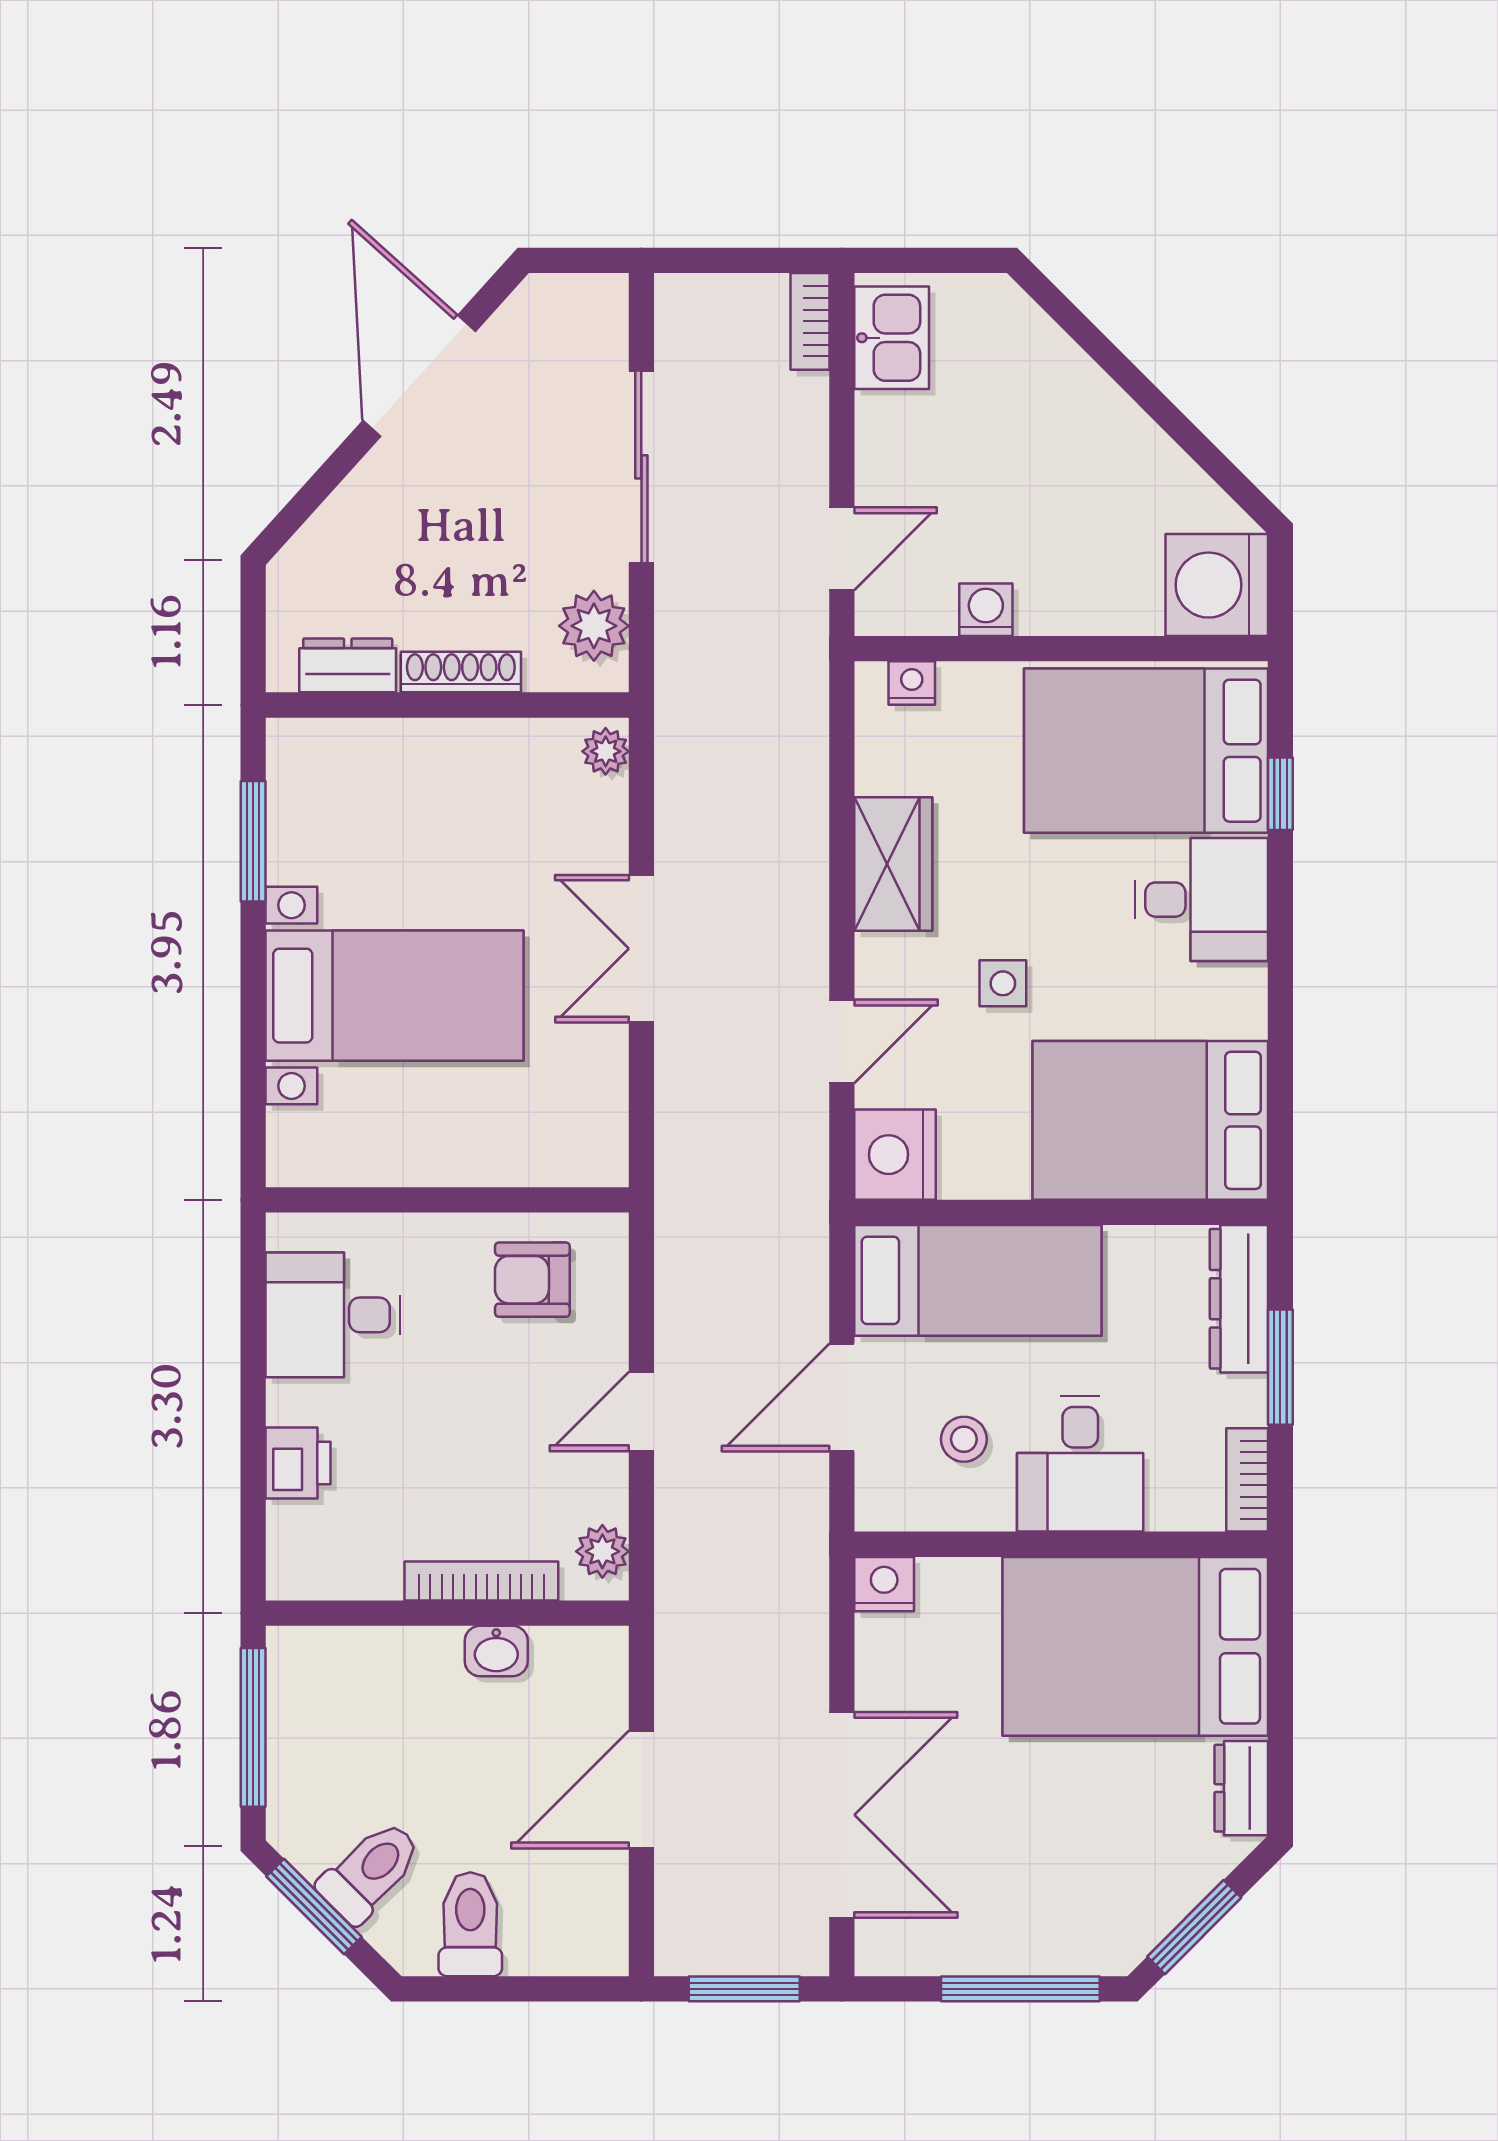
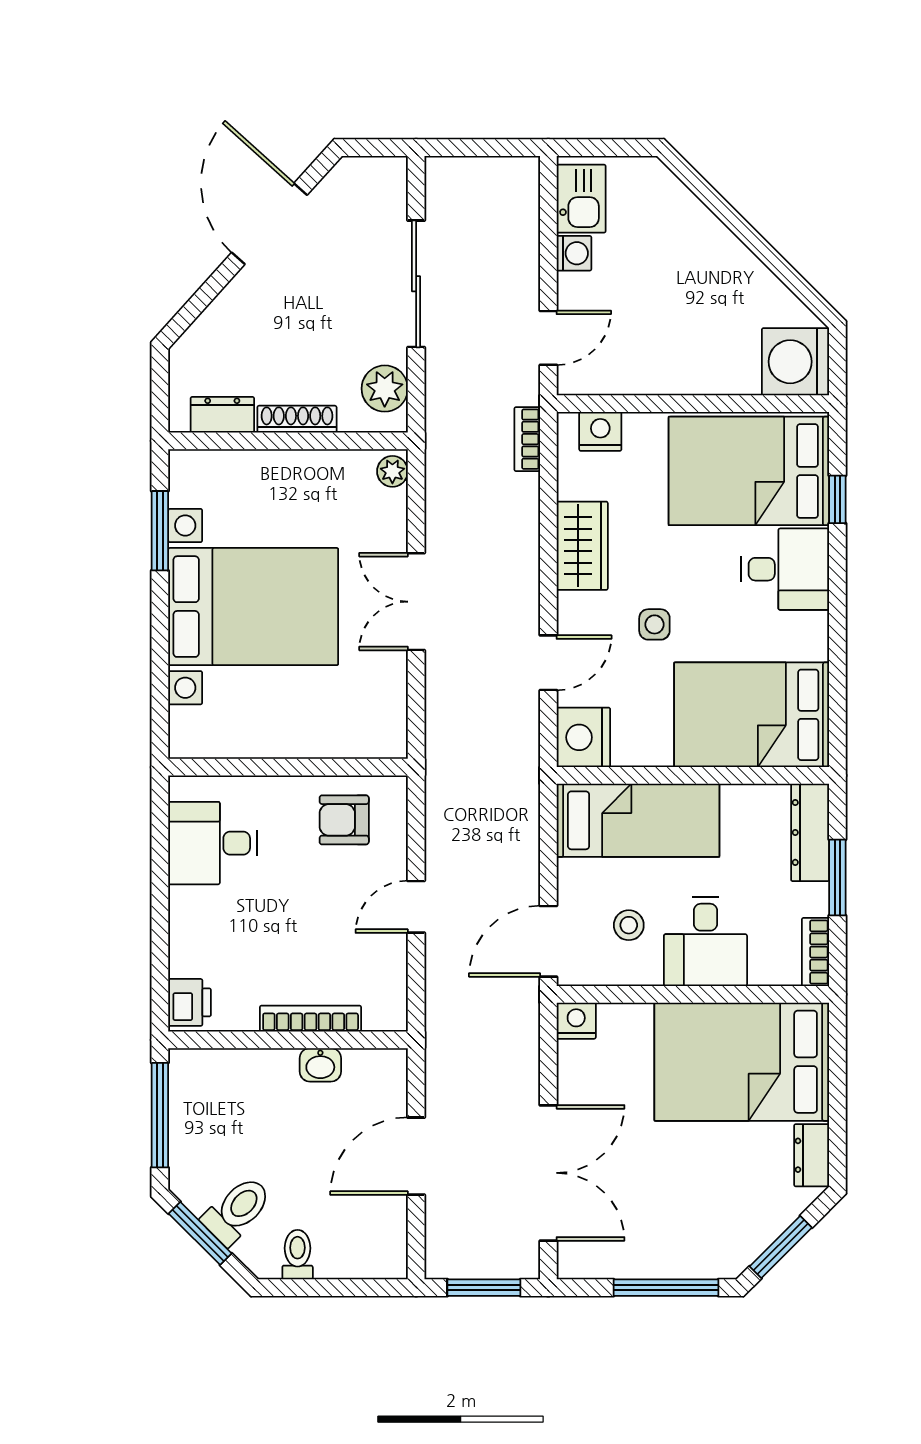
bookcase: (810, 321) -> (527, 439), moved
washing machine: (986, 610) -> (574, 253), moved, turned 90
nightstand: (912, 683) -> (600, 431), width x1.39, depth x1.35
bed with nightstands: (395, 996) -> (253, 607), width x1.36
door: (842, 1397) -> (548, 941), moved
printer: (298, 1463) -> (190, 1002), moved
plant: (602, 1551) -> (390, 999), removed
toilet: (470, 1924) -> (298, 1255), width x0.73, depth x0.72

